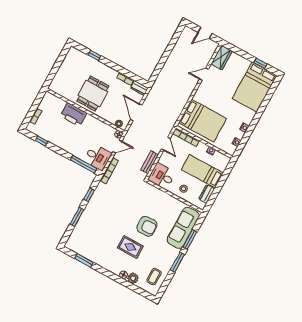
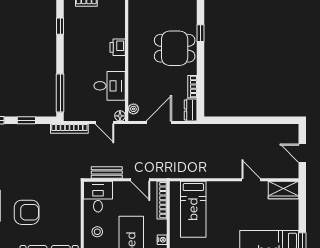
dining table: (93, 93) -> (175, 48), moved
printer: (74, 114) -> (118, 47), width x0.53, depth x0.68
bed: (203, 121) -> (193, 209), width x0.67
door: (166, 144) -> (140, 180), hinge flipped
desk: (98, 157) -> (110, 86), moved, turned -90
armchair: (147, 226) -> (27, 212), turned -88

